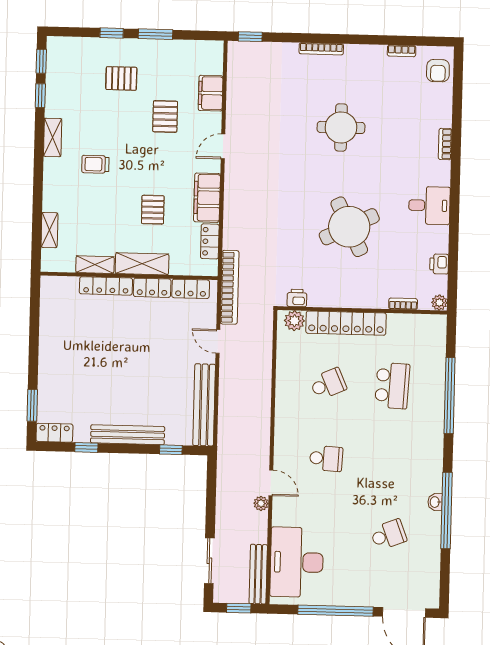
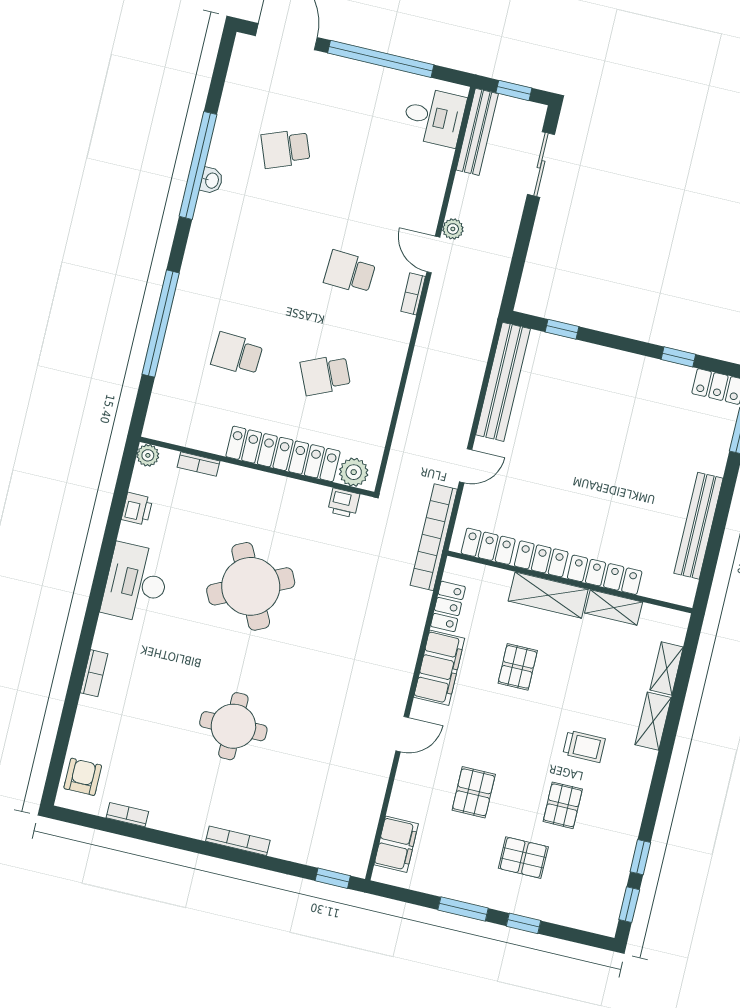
filing cabinet: (211, 93) -> (396, 844), moved
pallet: (102, 120) -> (563, 805), added
shelving: (53, 137) -> (653, 721), moved
desk: (429, 205) -> (136, 583), width x1.37
door: (218, 341) -> (466, 466), hinge flipped
school desk: (392, 386) -> (237, 354), width x0.54
bench: (128, 435) -> (699, 526), moved, turned 90
bookcase: (279, 453) -> (413, 294), added
desk: (297, 562) -> (434, 117), width x0.53, depth x0.77

